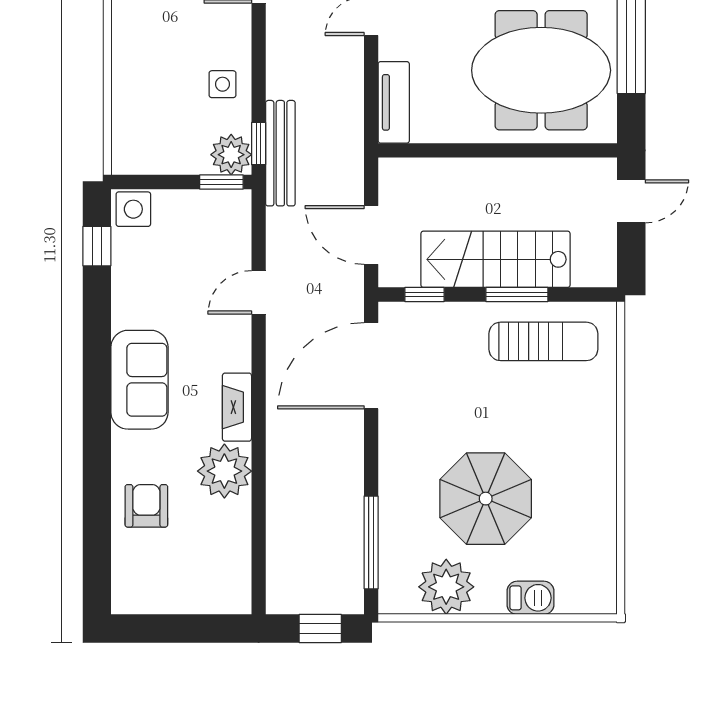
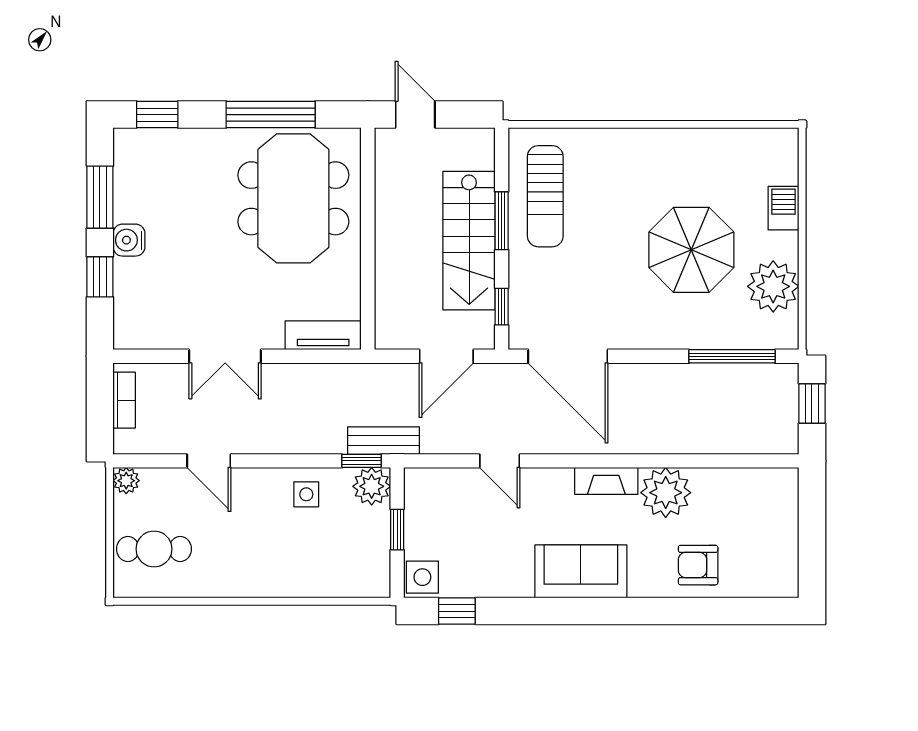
bench: (280, 153) -> (384, 441), width x0.73
window: (221, 182) -> (397, 530), moved
sun lounger: (543, 341) -> (545, 196), turned 180

